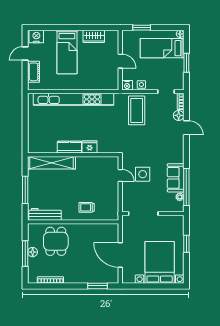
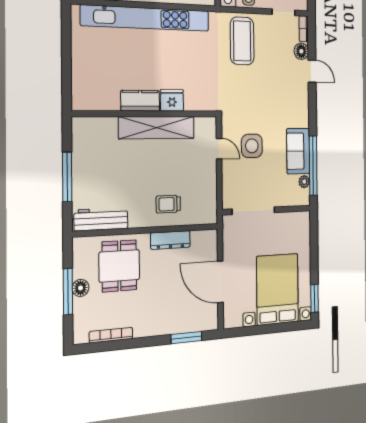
shelving: (52, 163) -> (157, 128), moved
dresser: (88, 228) -> (170, 240), added
window: (186, 244) -> (315, 298), moved

